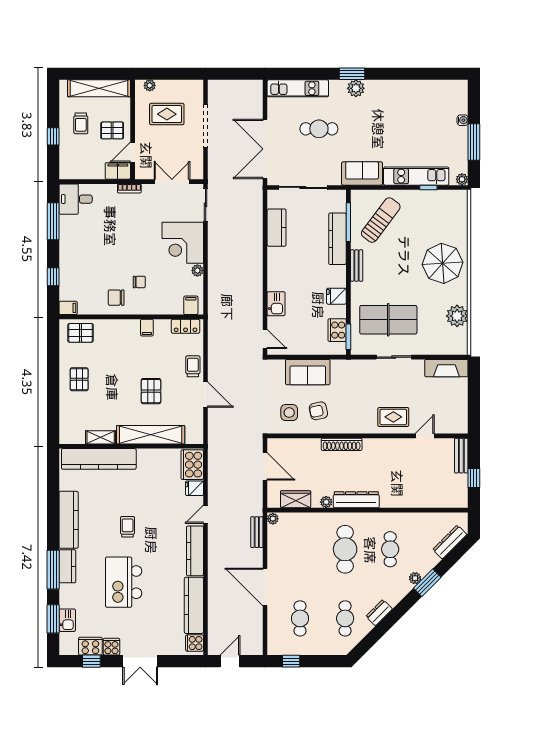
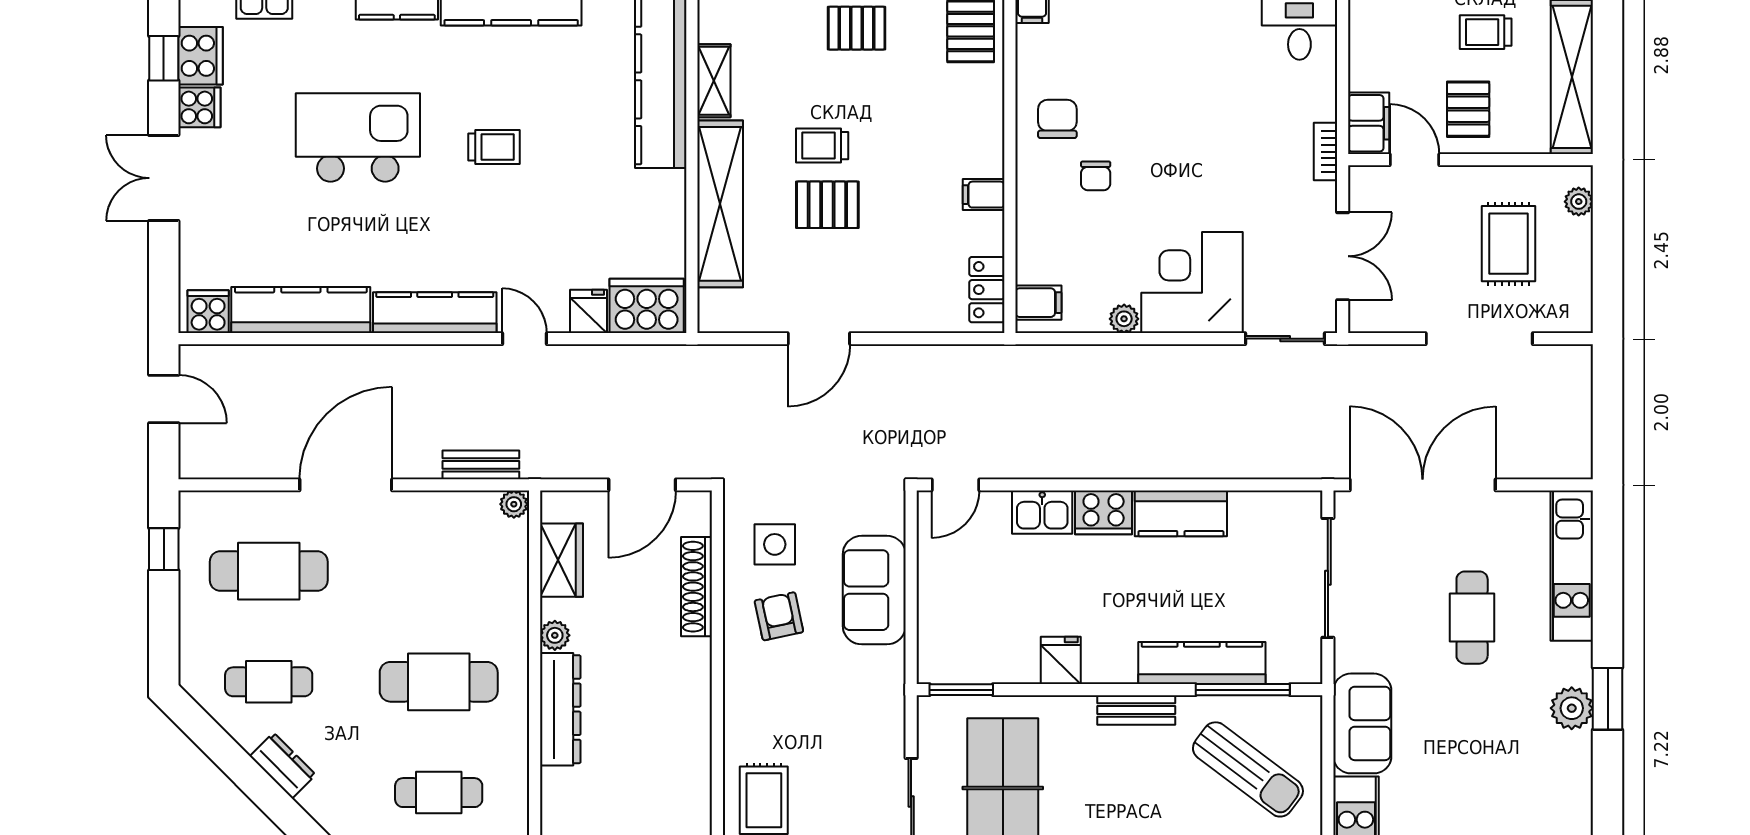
kitchen counter: (277, 228) -> (1181, 513), moved
cooker: (337, 330) -> (1104, 512), moved, turned 180
trolley: (193, 366) -> (822, 146), moved, turned 180
shoe rack: (342, 444) -> (697, 587), moved
cafe table: (300, 618) -> (269, 571), width x1.37, depth x1.35

